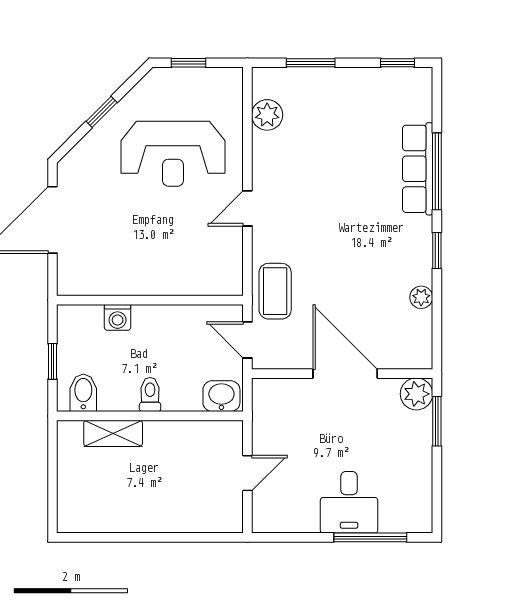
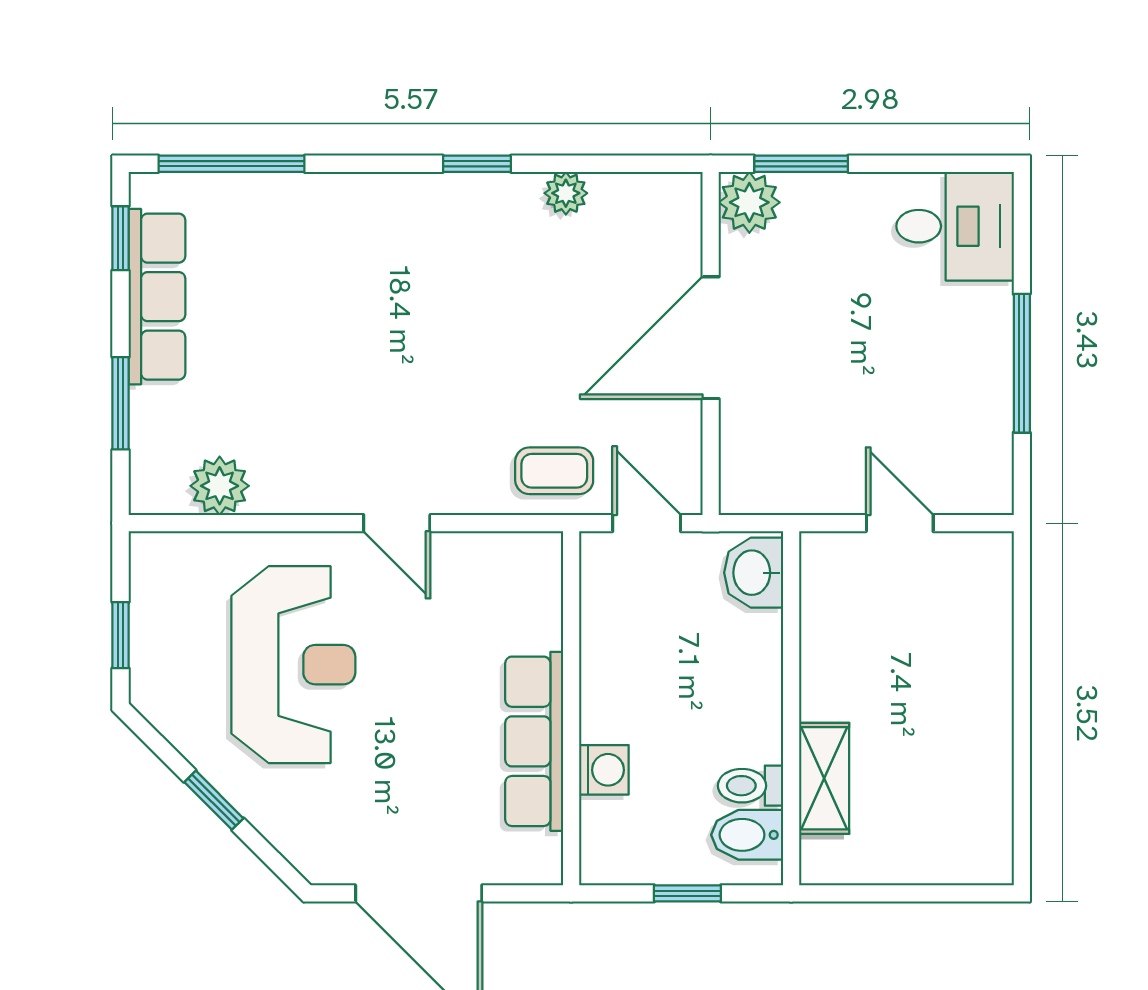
row of seats: (418, 169) -> (157, 297), moved, turned -90
window: (437, 171) -> (232, 164), moved
row of seats: (133, 281) -> (534, 741), added
coffee table: (275, 291) -> (554, 471), width x0.73, depth x0.77
door: (247, 340) -> (647, 523), swing flipped
toilet: (150, 395) -> (750, 786), moved
desk: (349, 502) -> (955, 226), moved
window: (370, 537) -> (1022, 363), moved

